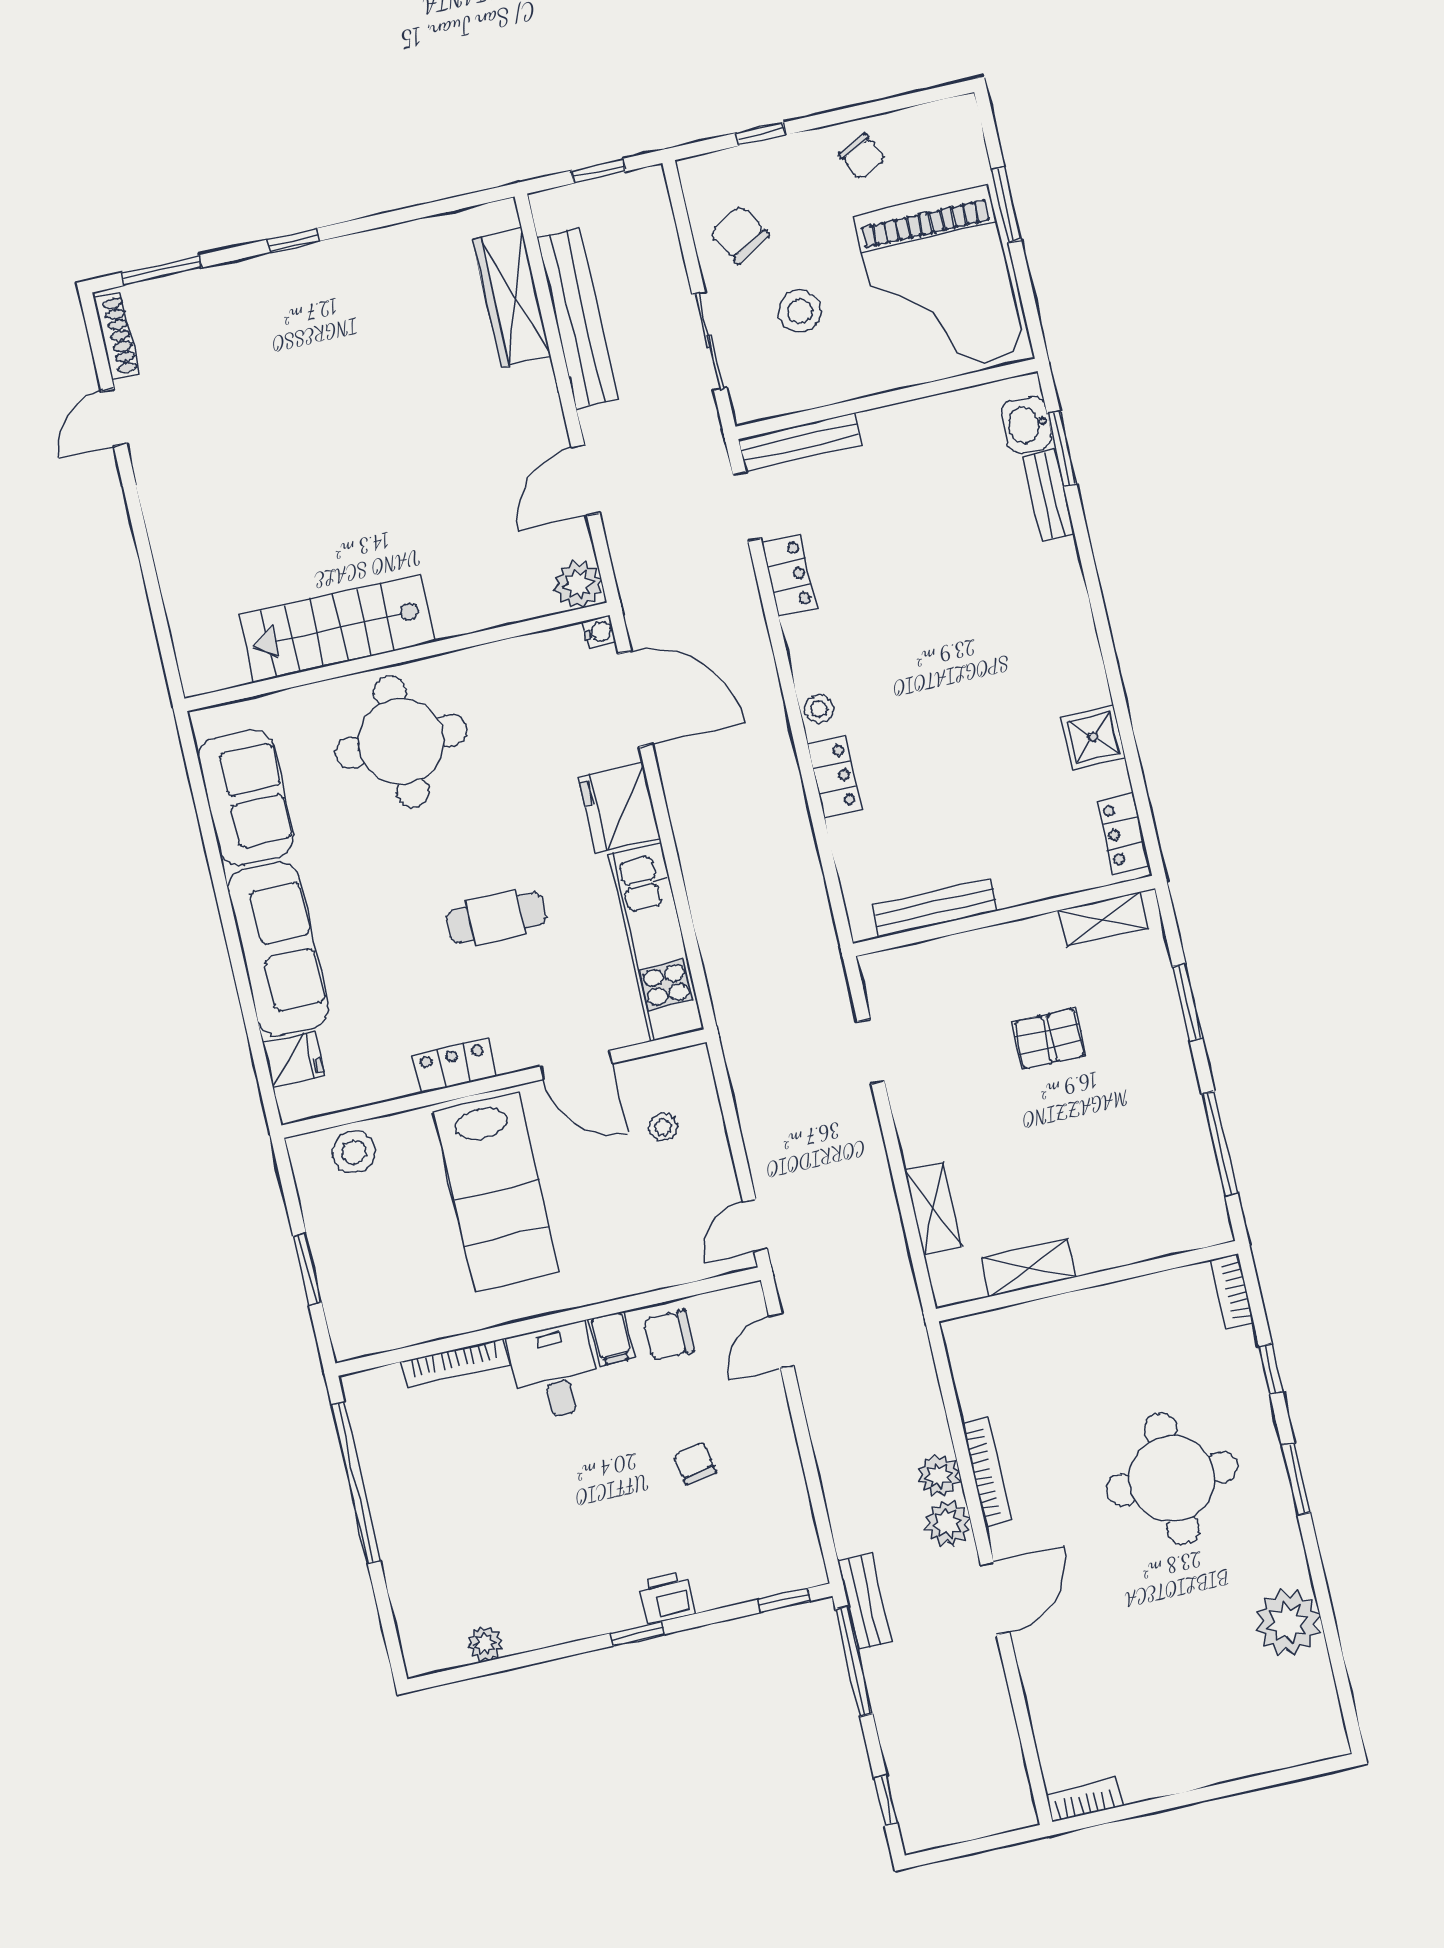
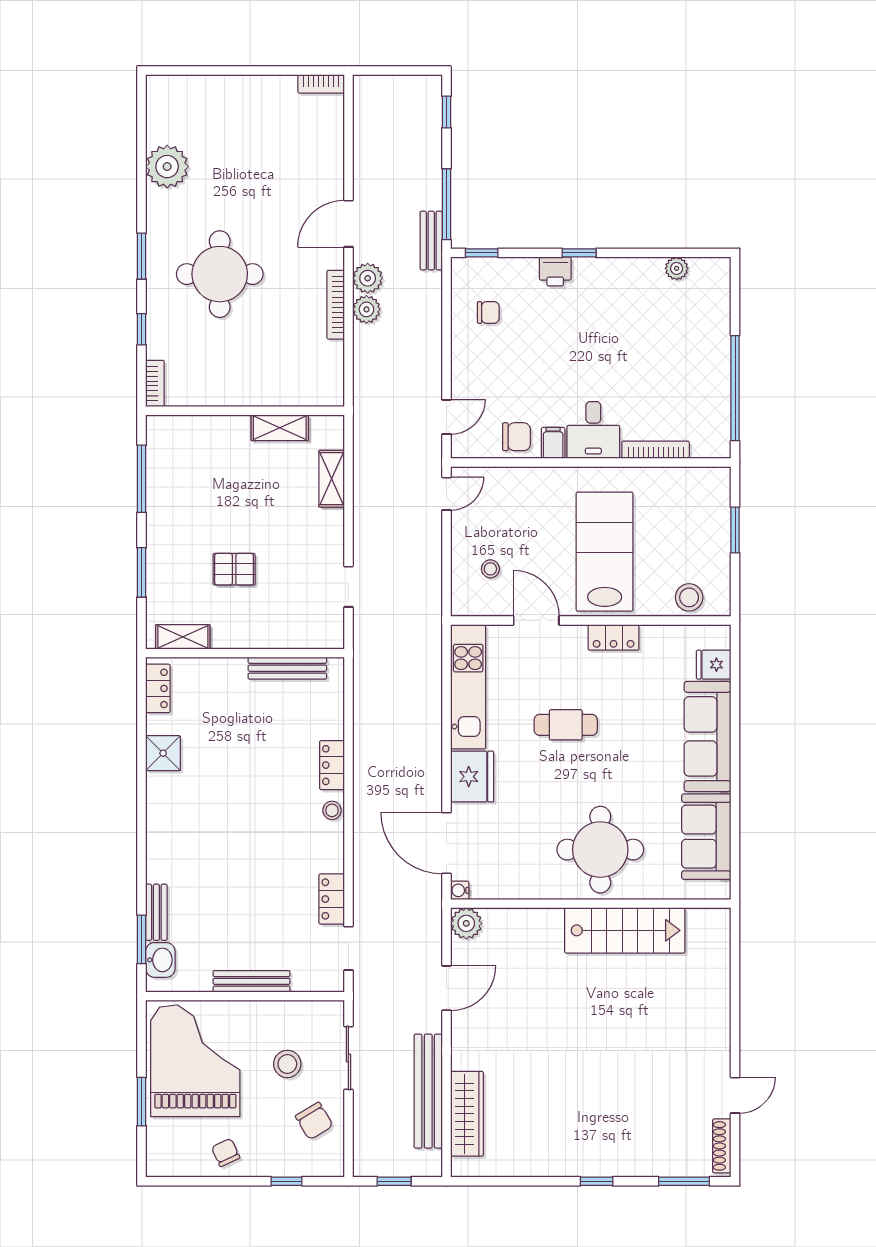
bench: (800, 442) -> (251, 981), moved
chair: (694, 1463) -> (488, 312), moved, turned -79

